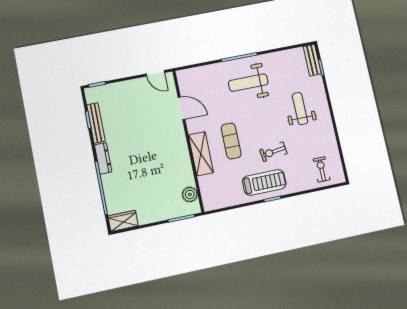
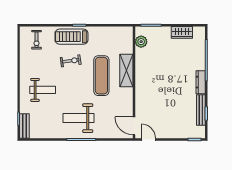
weight bench: (248, 83) -> (79, 118), turned 180
door: (182, 108) -> (134, 126), moved
weight bench: (300, 109) -> (43, 90), turned -90
exercise mat: (231, 141) -> (101, 76), width x1.36, depth x1.45
treadmill: (264, 182) -> (71, 37), moved
wardrobe: (123, 221) -> (182, 32), moved

